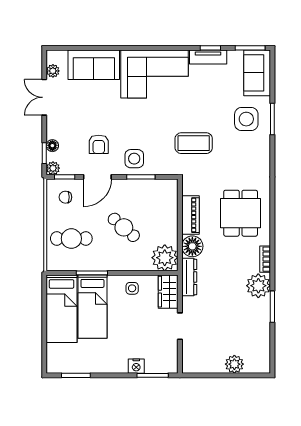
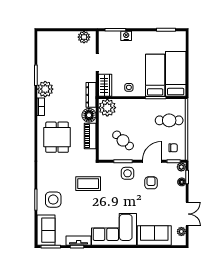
cafe table: (124, 227) -> (123, 140), moved
plant: (234, 364) -> (84, 37), moved

